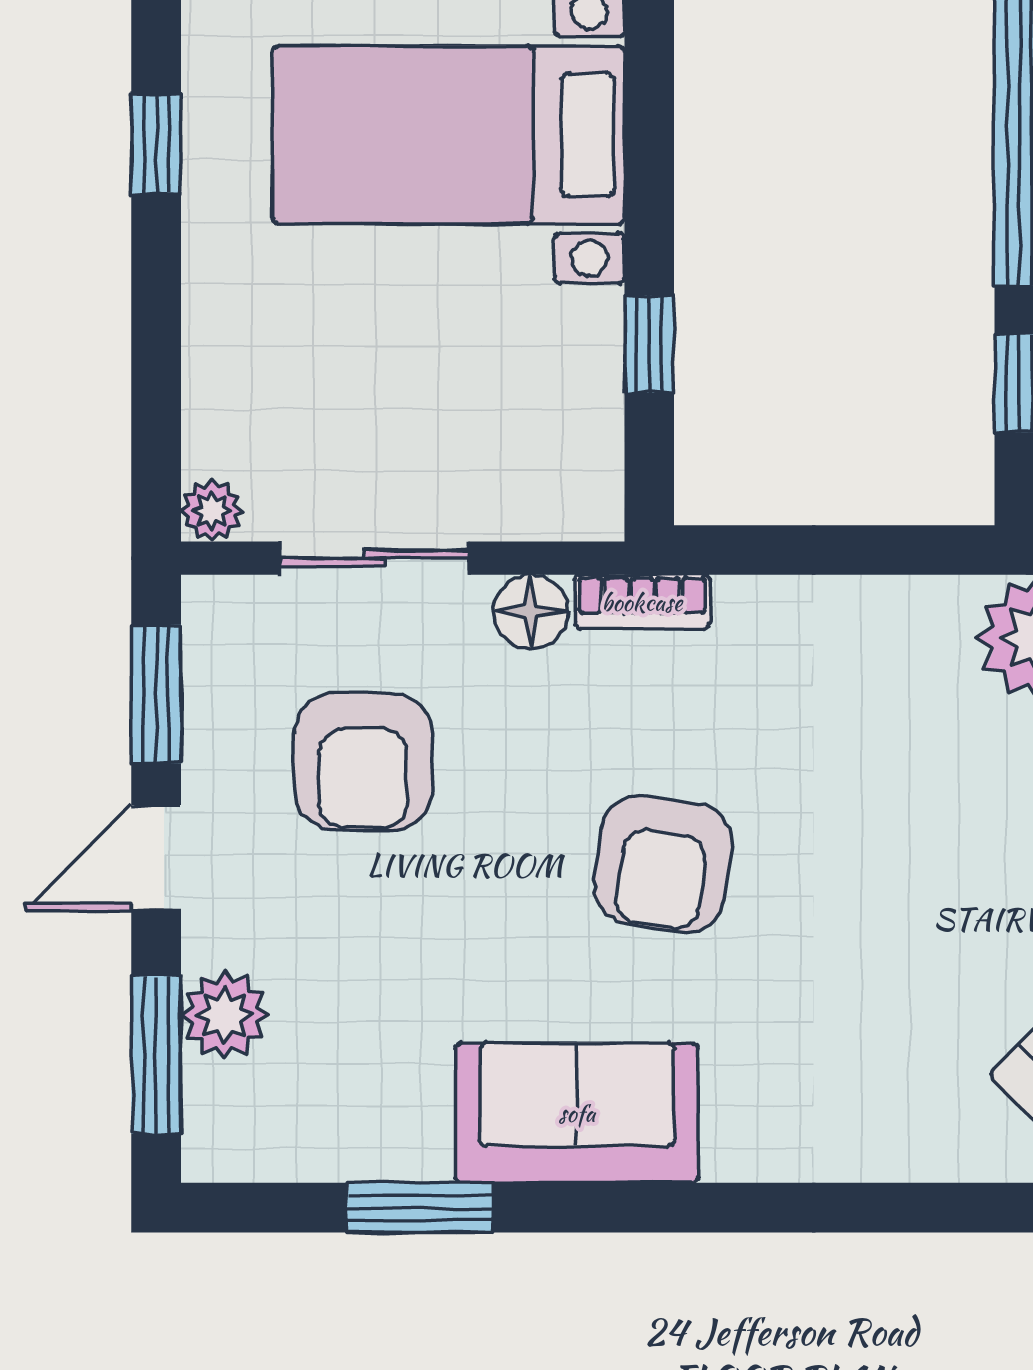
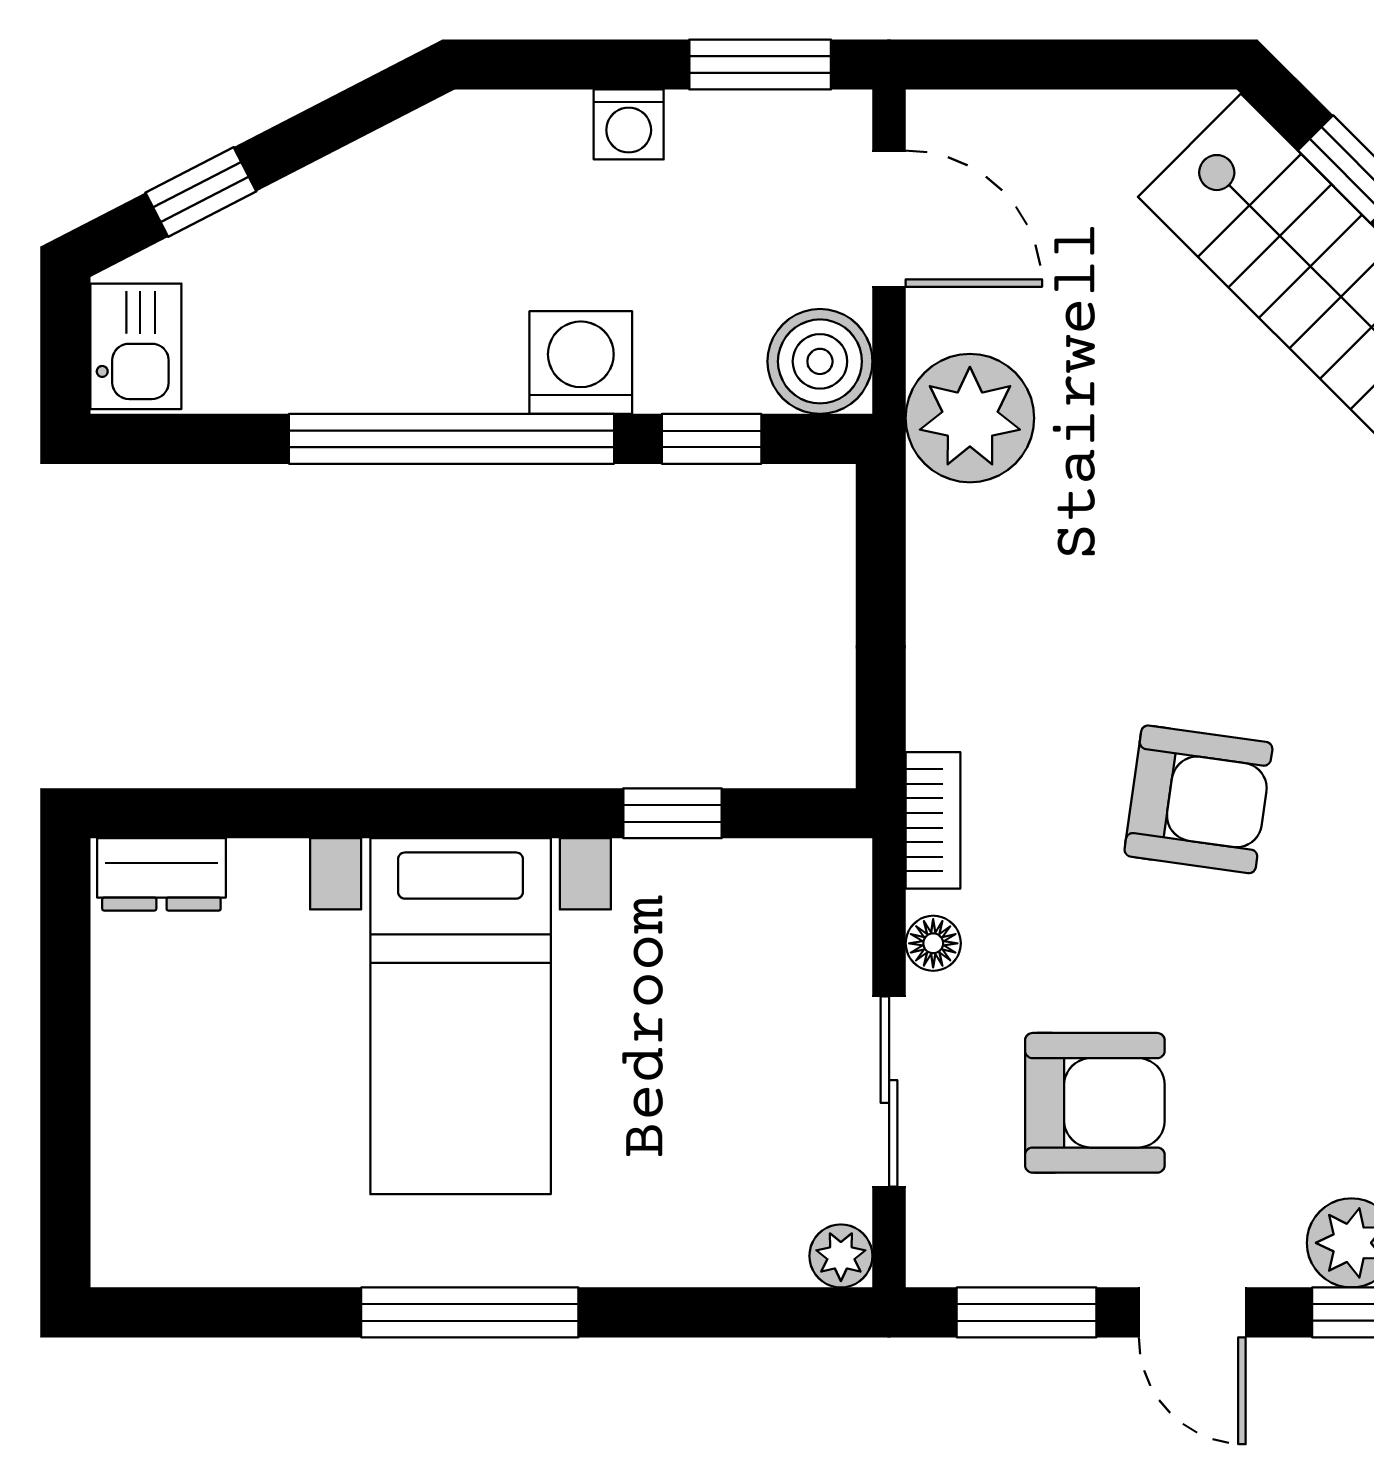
window: (156, 144) -> (470, 1312), width x2.17
floor lamp: (531, 612) -> (933, 943), width x0.73, depth x0.73

